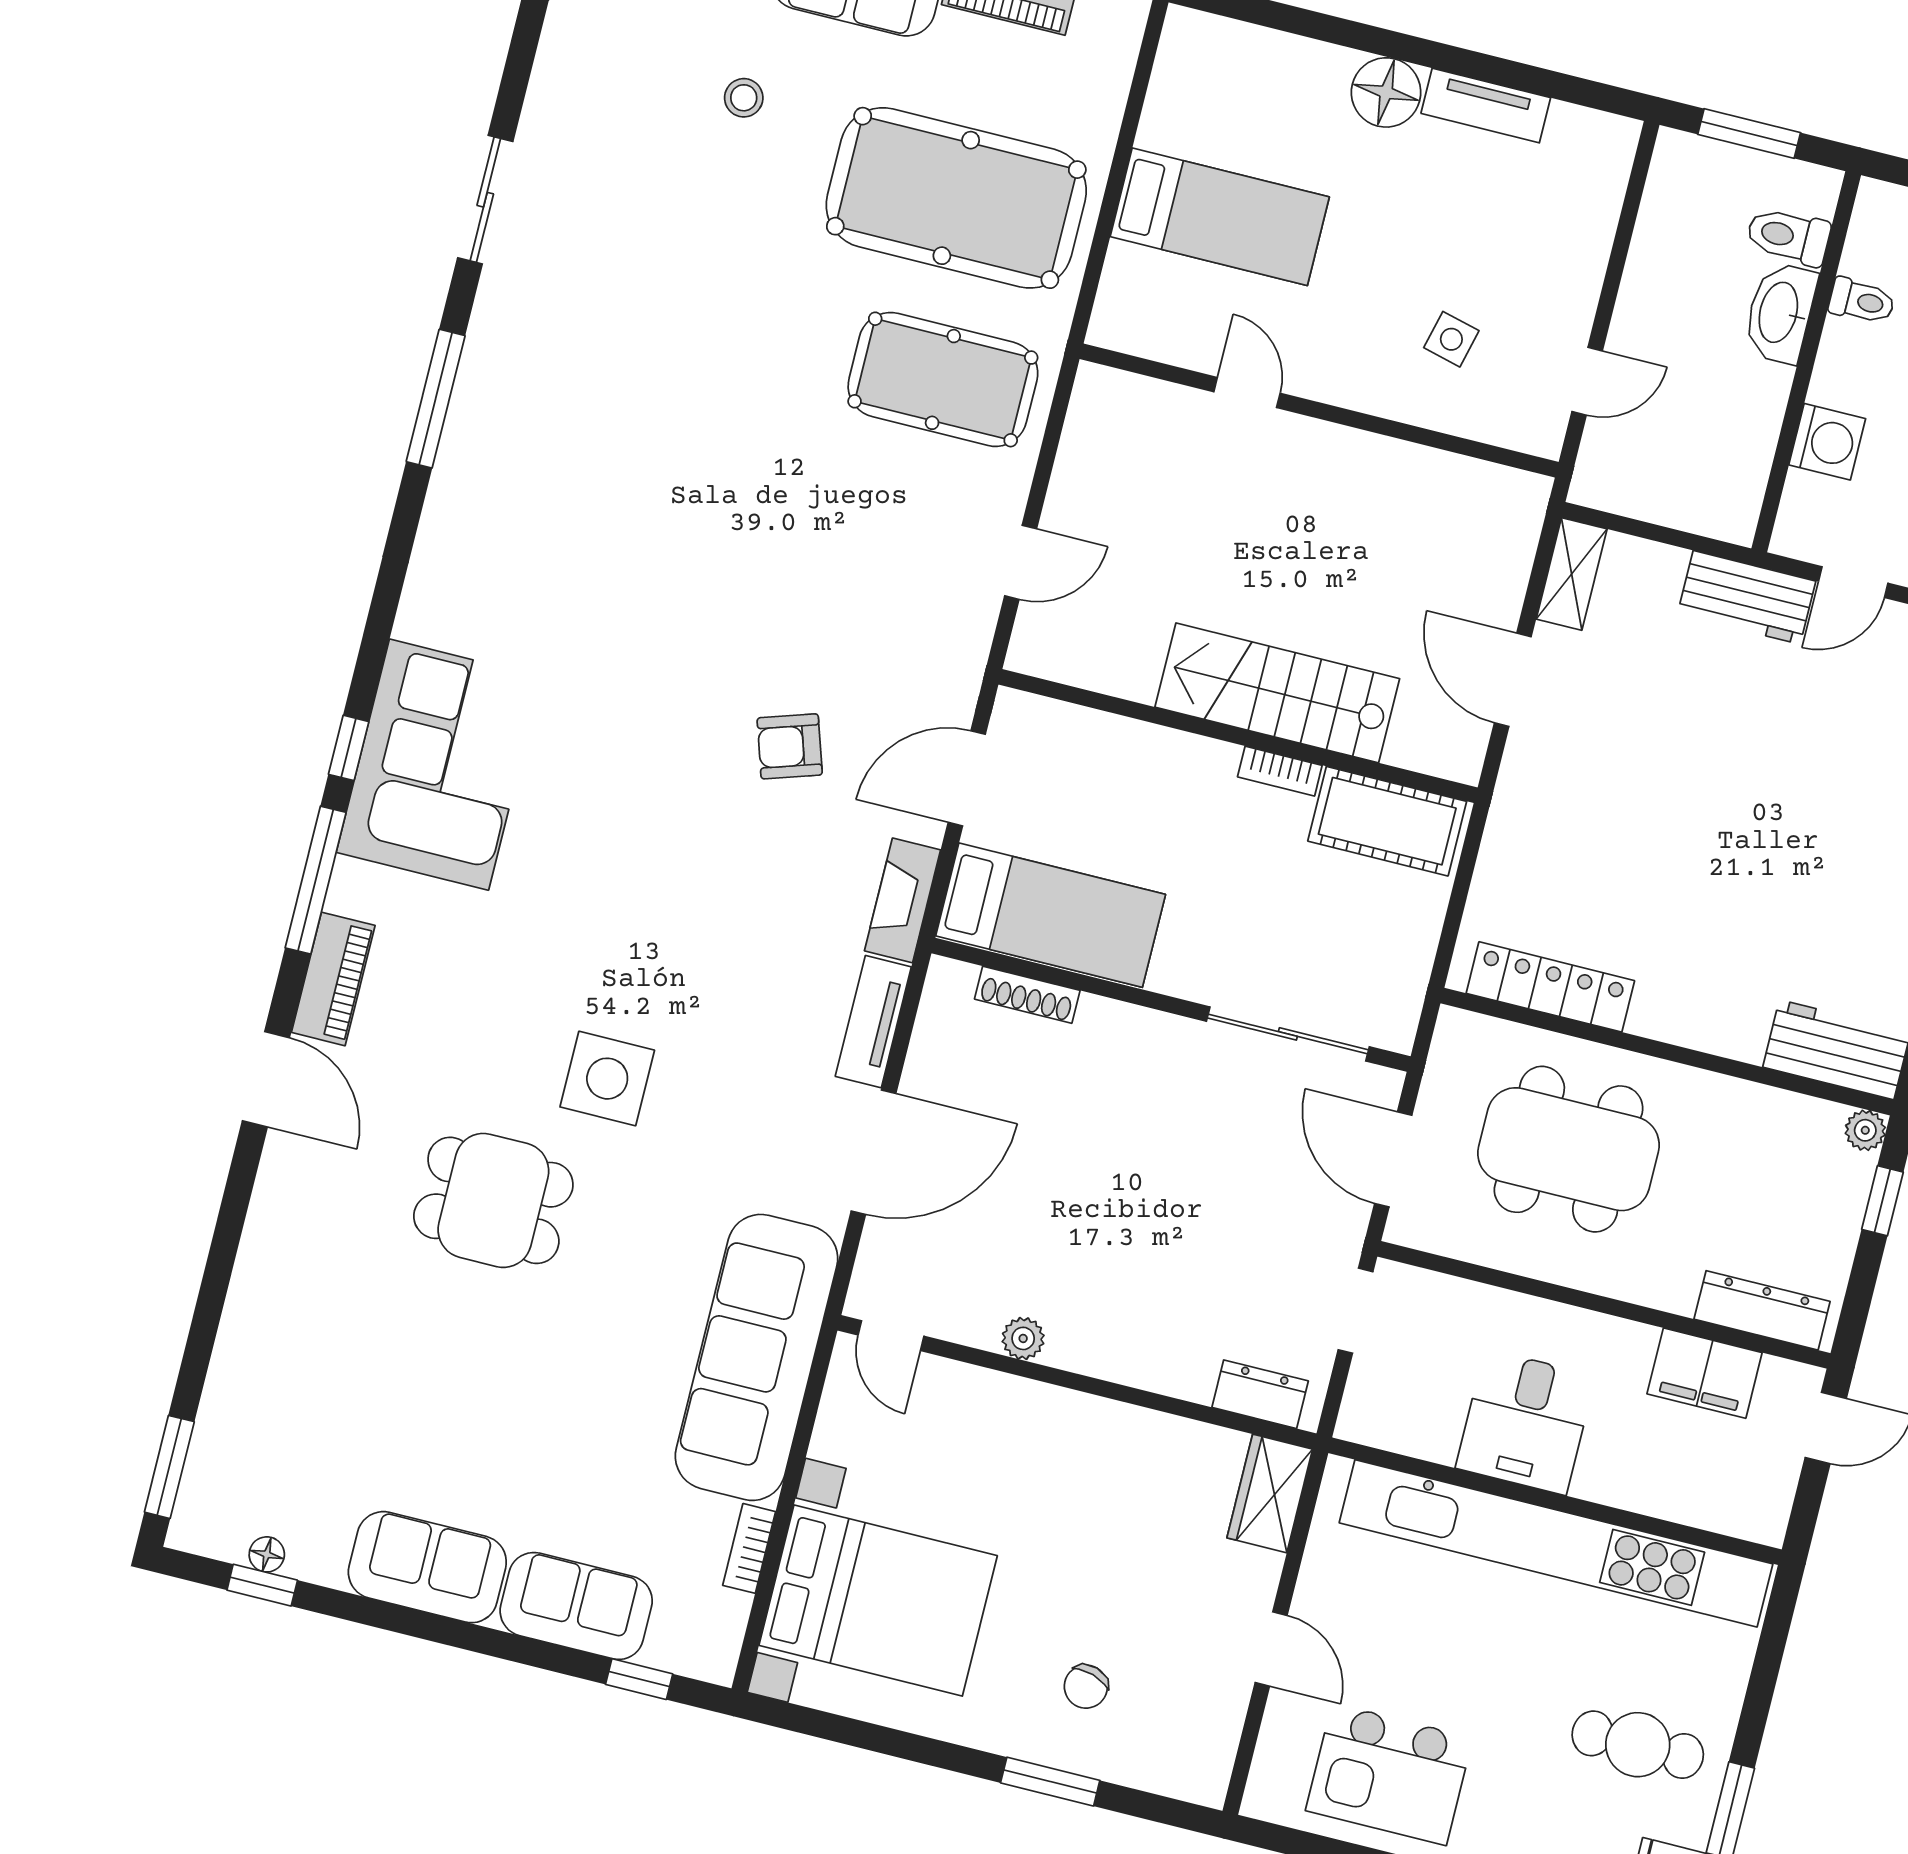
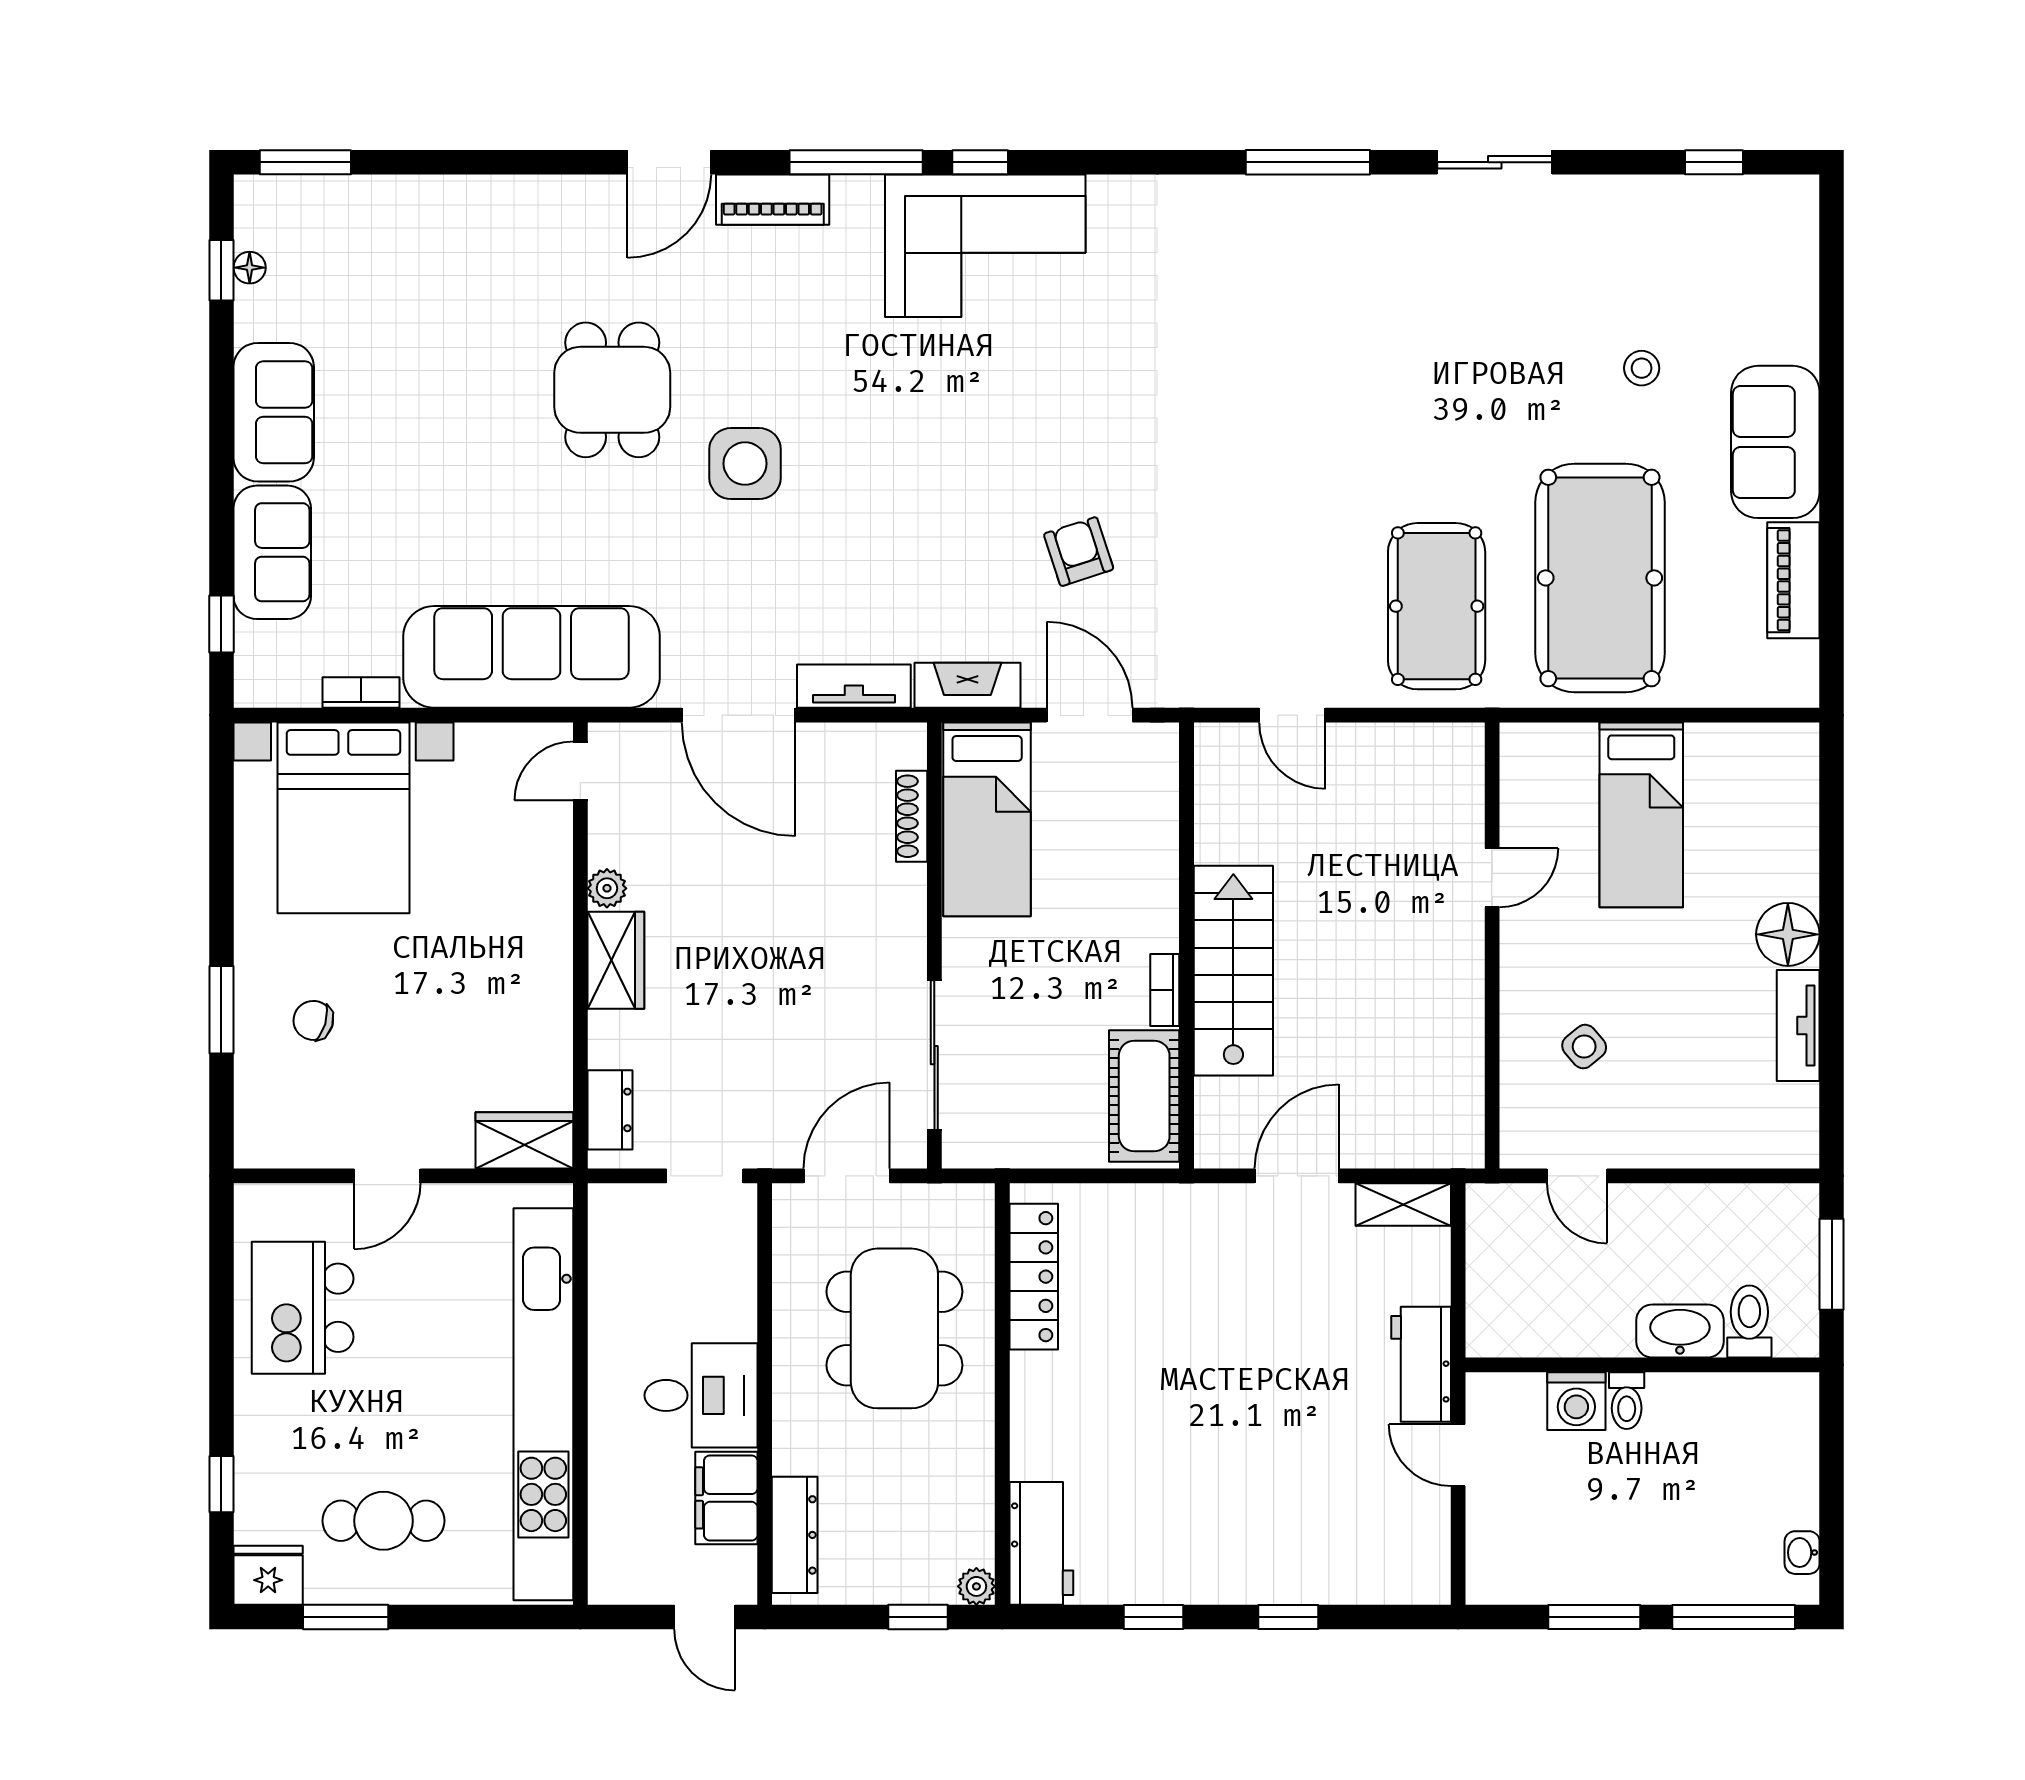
toilet: (1862, 301) -> (1627, 1401), moved
side table: (1451, 339) -> (1584, 1047), turned 36
wardrobe: (1102, 1348) -> (616, 960), added
desk: (1526, 1422) -> (701, 1395), moved, turned 180
cafe table: (1638, 1745) -> (383, 1521), turned 90

